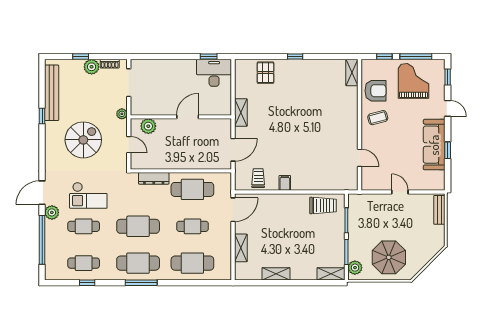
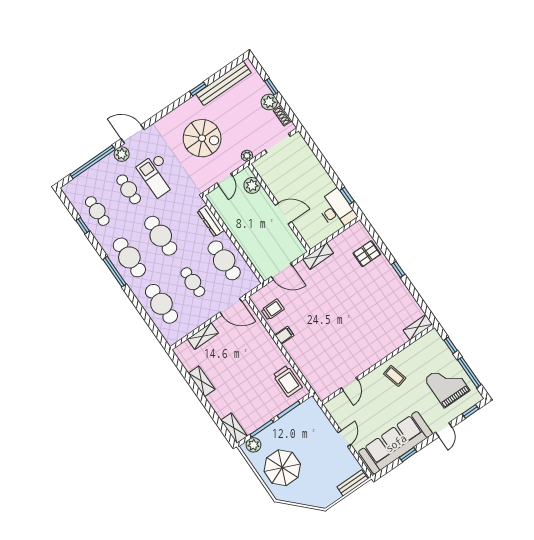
grand piano: (413, 81) -> (447, 385), turned -90
armchair: (376, 91) -> (416, 358), removed
sofa: (434, 145) -> (396, 443), width x1.36, depth x1.27

